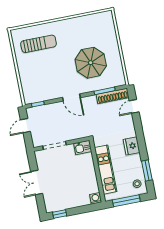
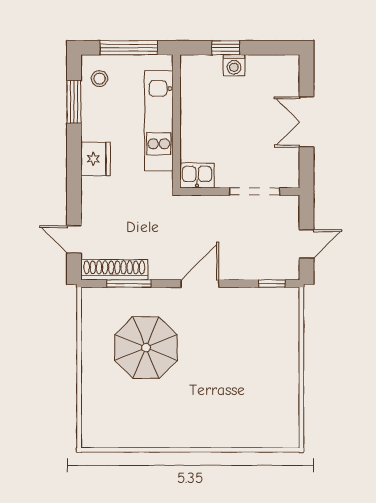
sun lounger: (39, 44) -> (246, 408), removed
door: (71, 97) -> (200, 284), hinge flipped
door: (134, 106) -> (74, 239), swing flipped
double door: (37, 183) -> (306, 122), swing flipped
washing machine: (95, 198) -> (234, 65), moved
window: (60, 214) -> (226, 48), moved

